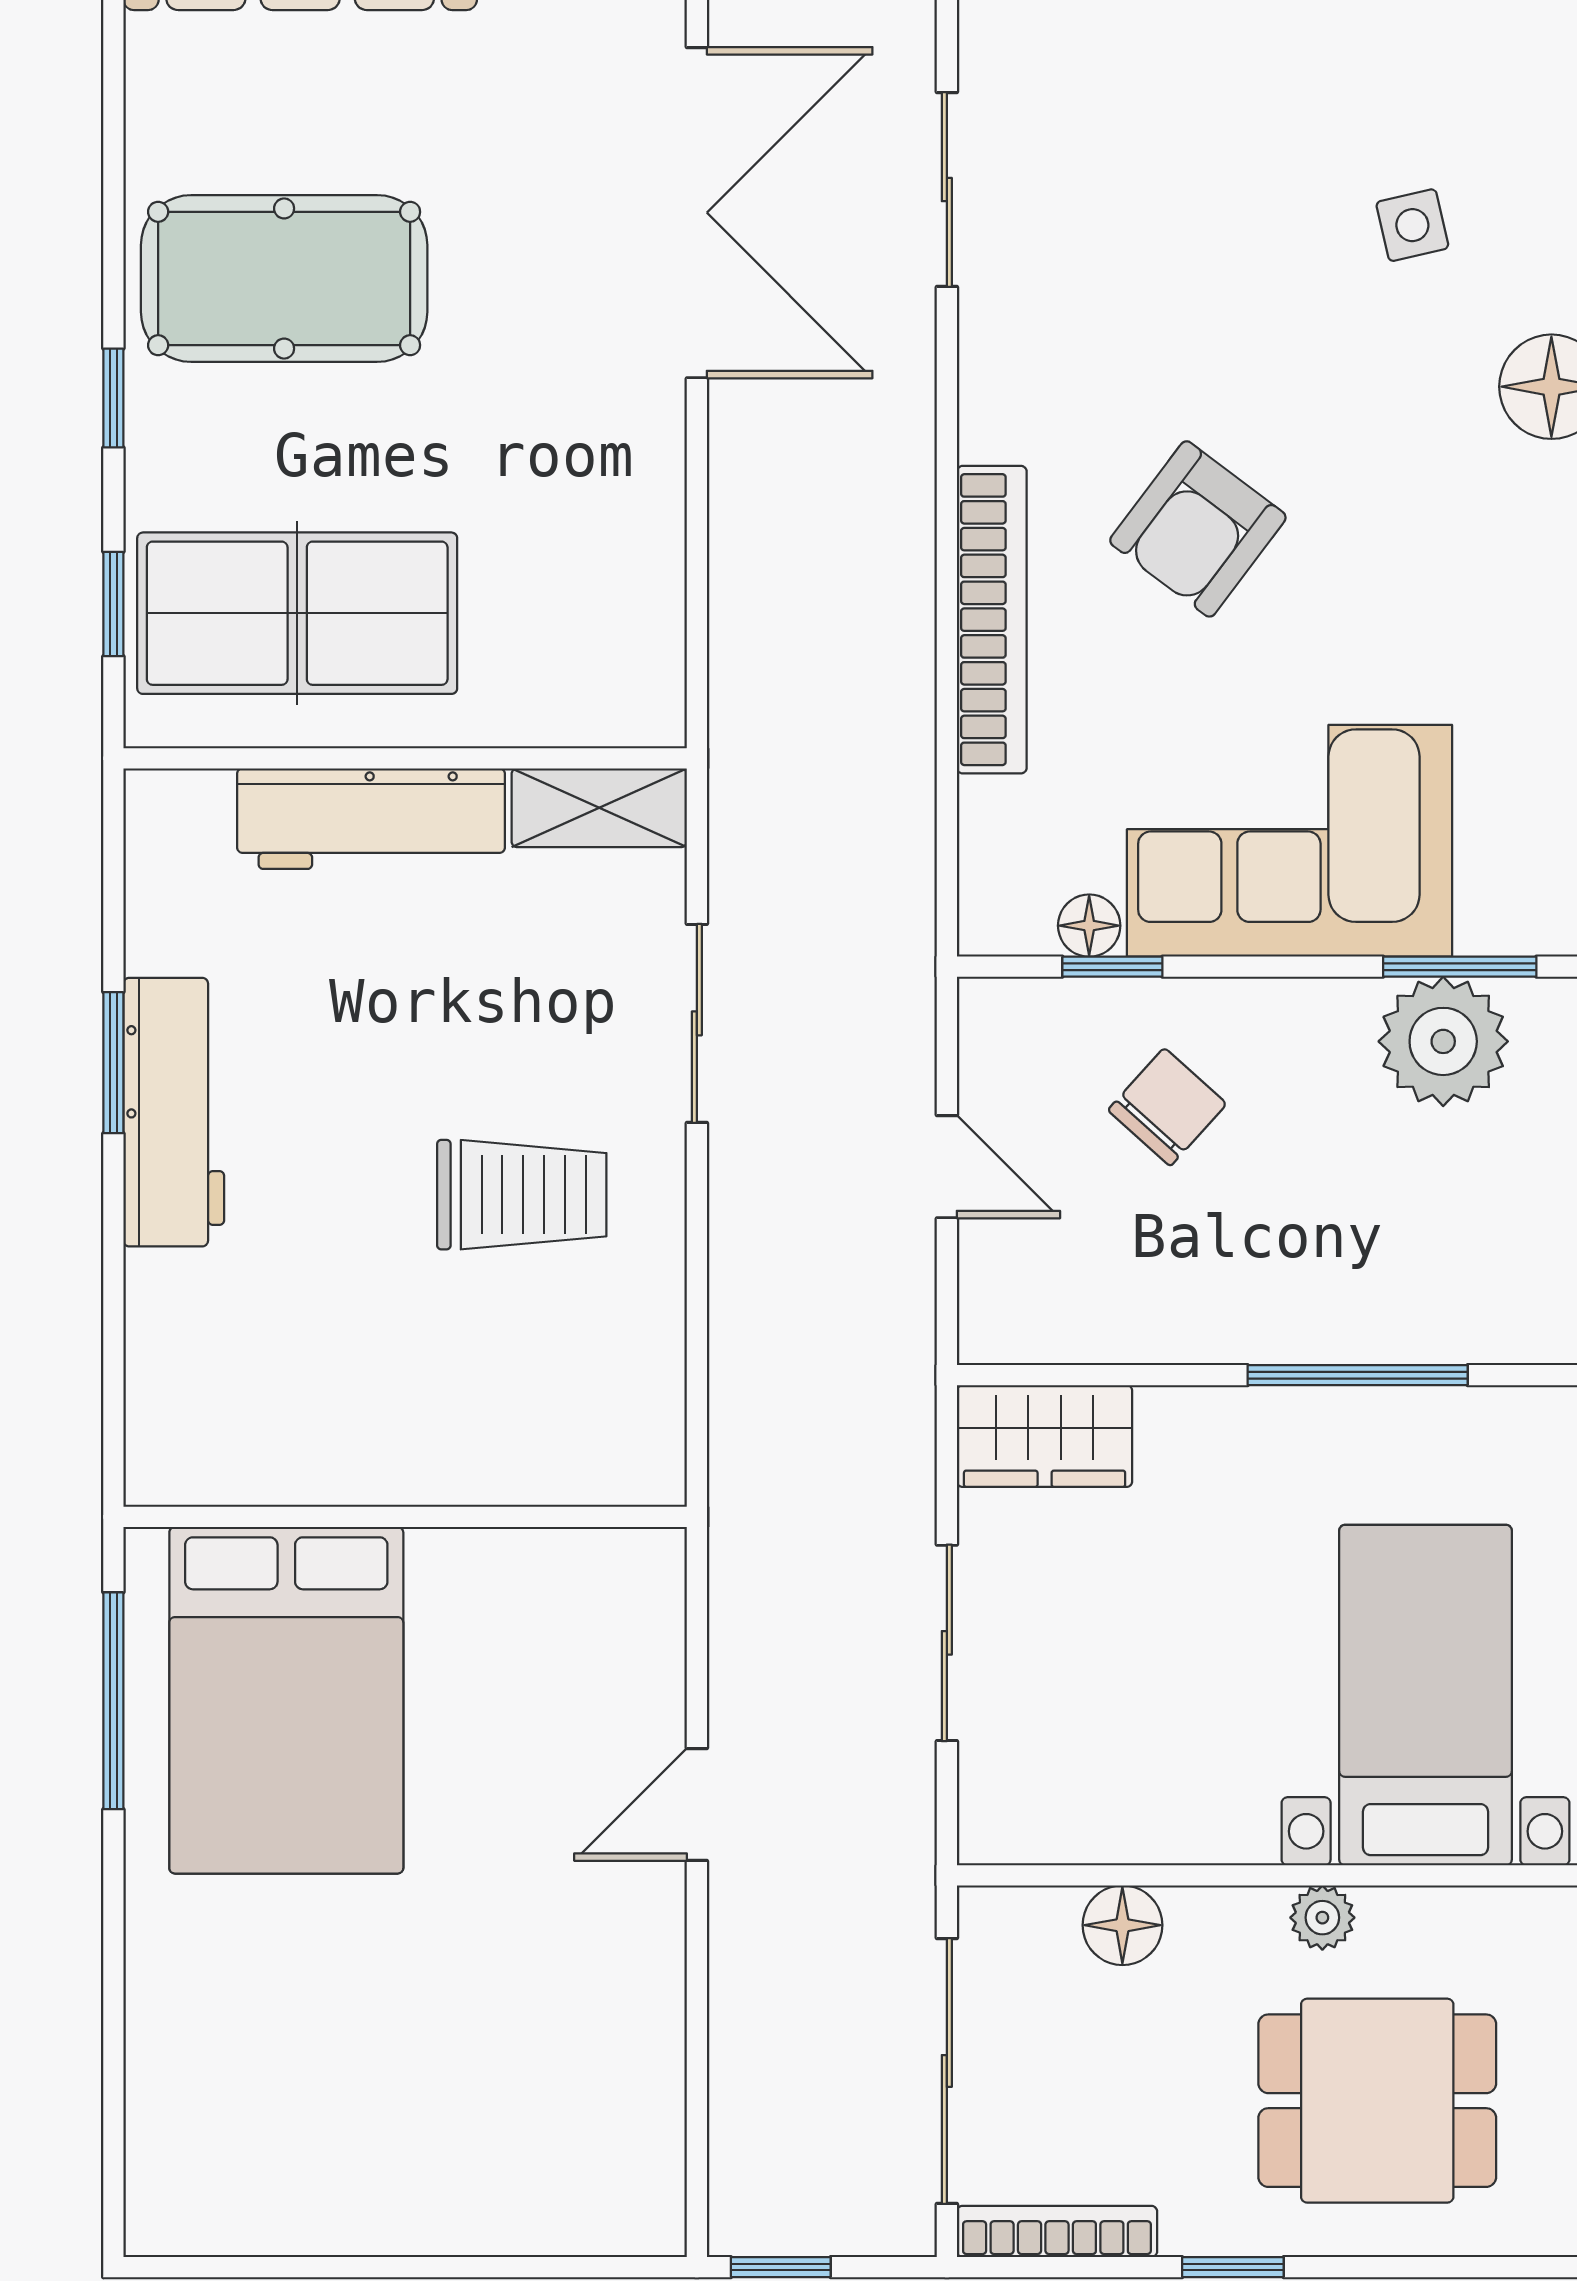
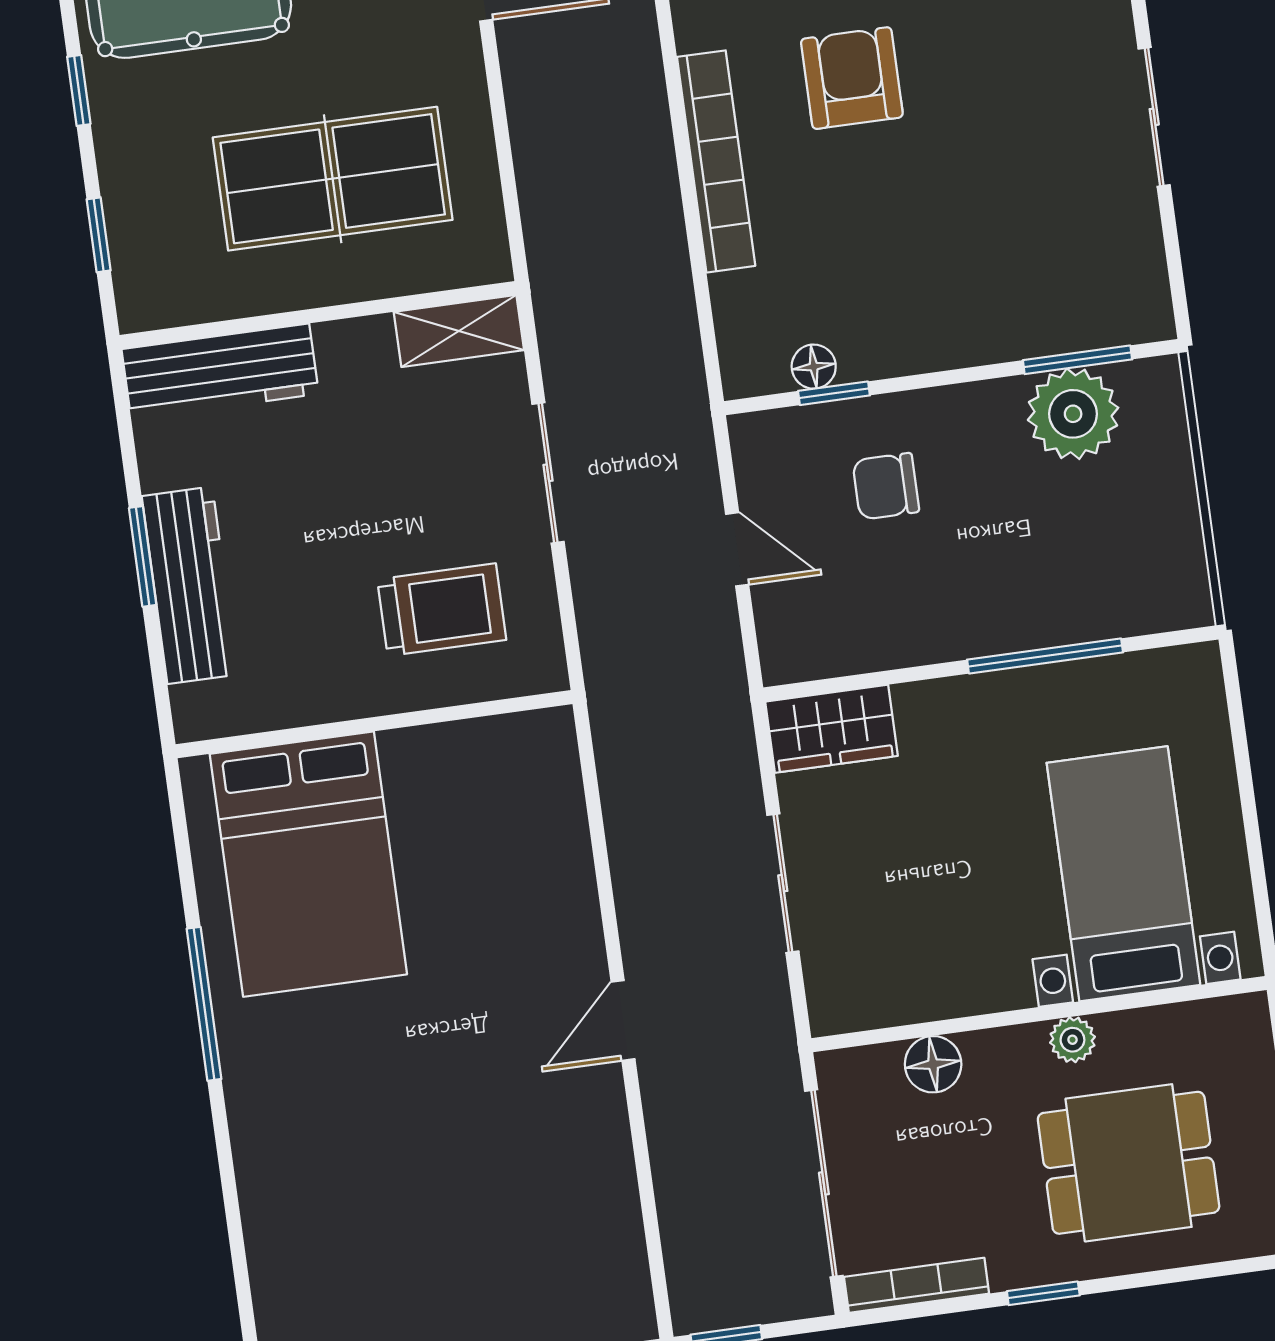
armchair: (1198, 529) -> (852, 78), turned 143
table tennis table: (297, 613) -> (333, 179), moved
workbench: (371, 819) -> (220, 372), moved
corner sofa: (1289, 841) -> (946, 288), removed
chair: (1167, 1107) -> (886, 486), turned -132
wall: (405, 1517) -> (374, 724), moved
bed: (286, 1700) -> (308, 864), moved

